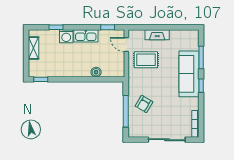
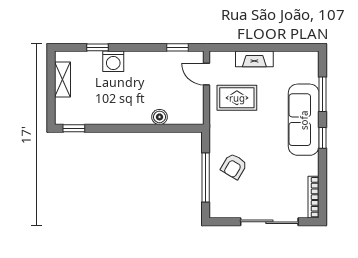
kitchen sink: (86, 36) -> (144, 61), removed

